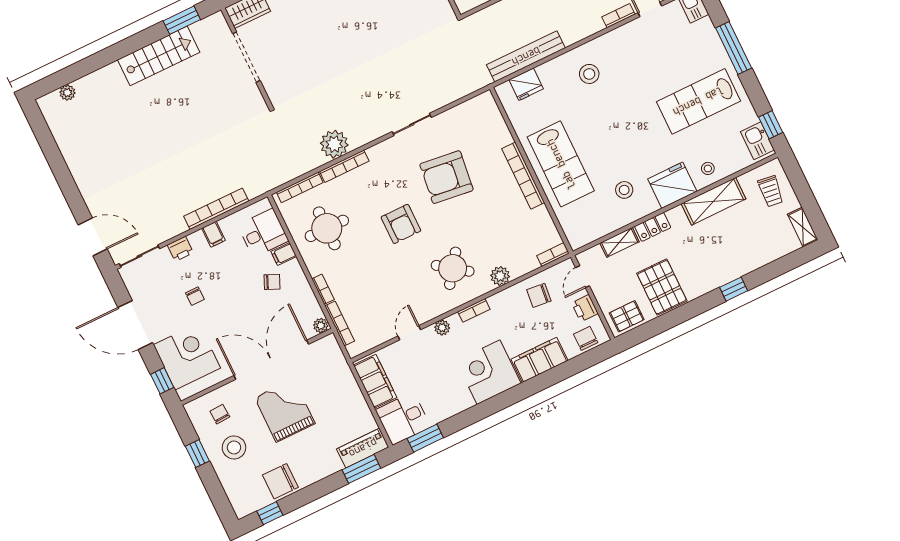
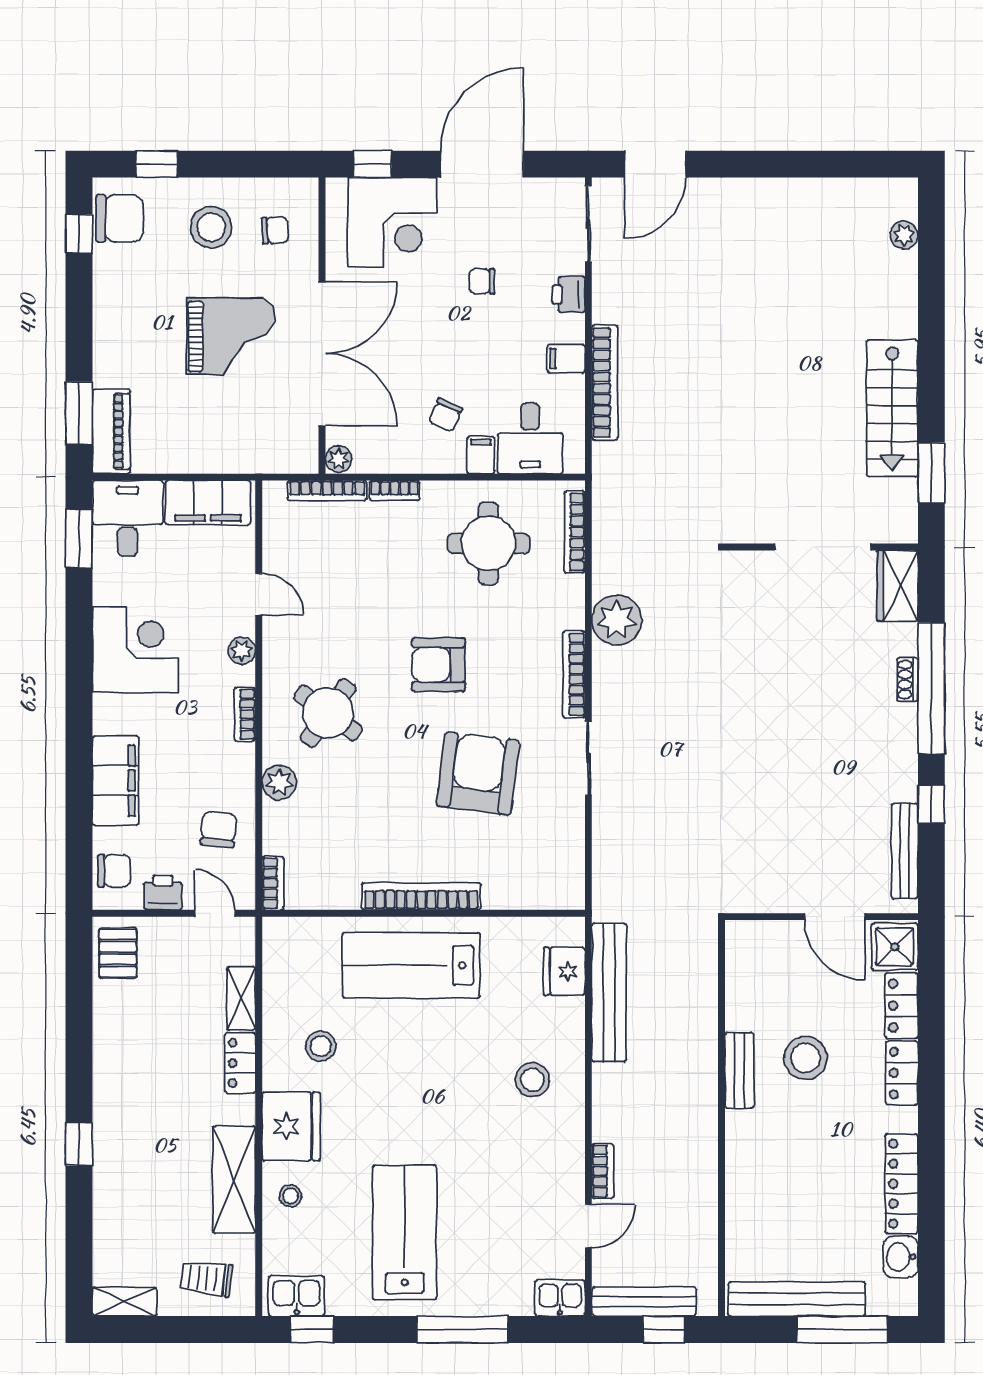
bookcase: (344, 166) -> (574, 674), moved
pallet: (662, 287) -> (137, 1031), removed
corner desk: (489, 372) -> (135, 649), moved
window: (197, 454) -> (157, 164), moved
chair: (280, 481) -> (120, 218), moved, turned 90

